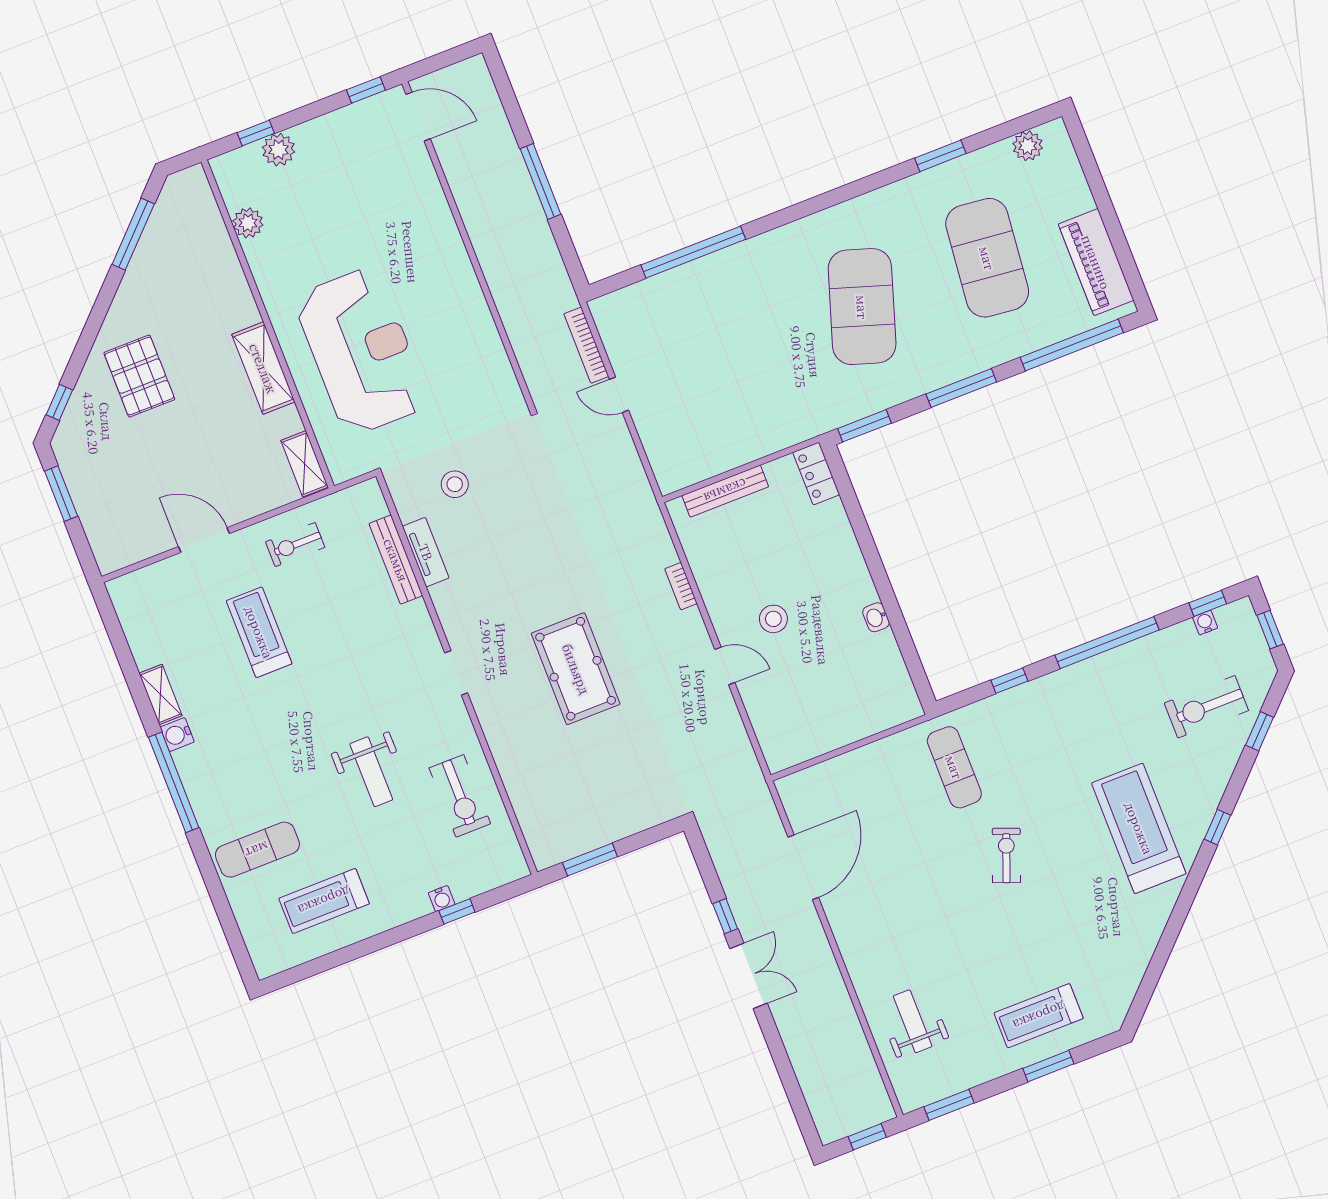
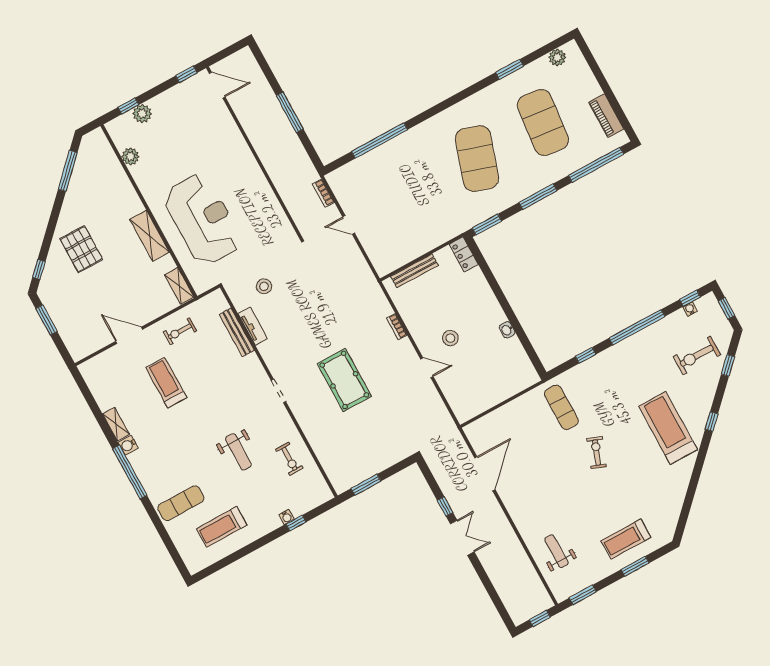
piano: (1096, 262) -> (606, 116), width x0.73, depth x0.75
bookcase: (586, 345) -> (323, 193), width x0.64
exercise bike: (460, 796) -> (289, 459), width x0.73, depth x0.72

